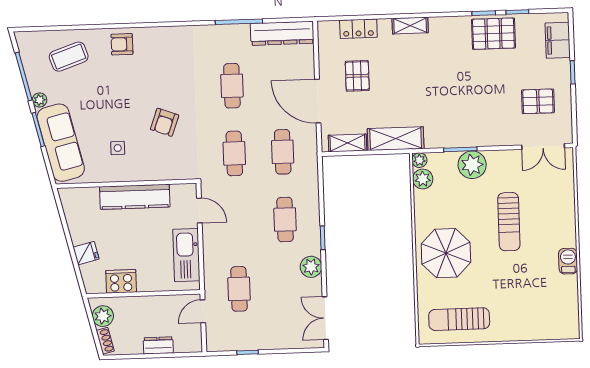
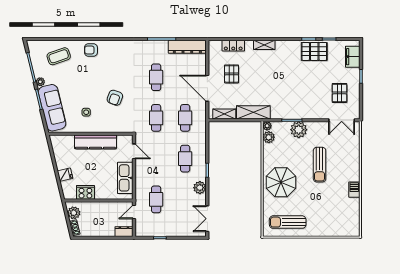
pallet: (538, 101) -> (340, 93), turned 90
dresser: (158, 345) -> (124, 232), moved

